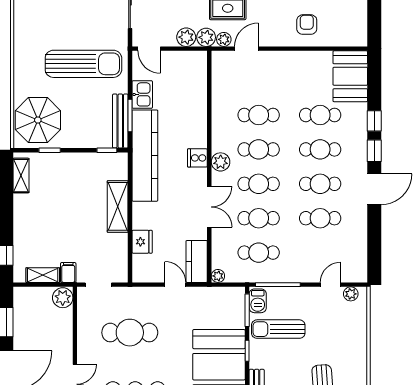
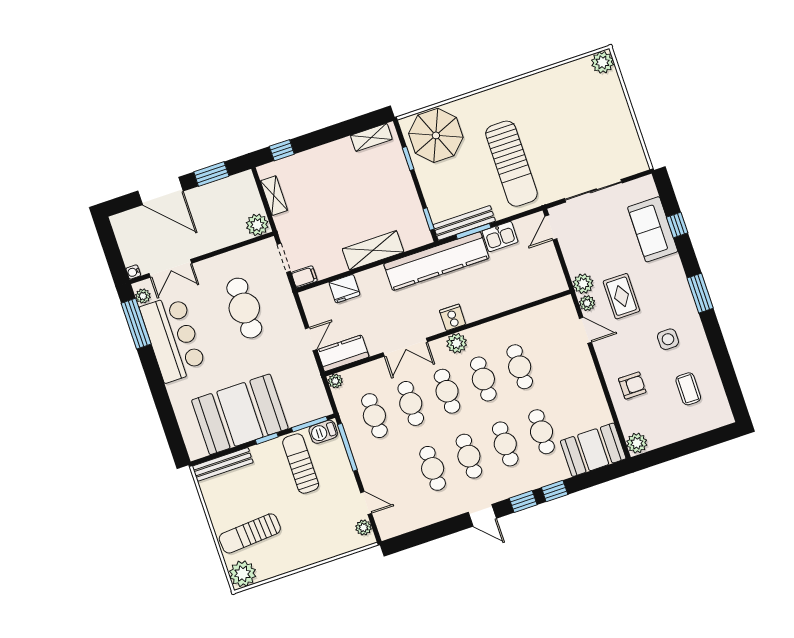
plant: (186, 37) -> (637, 443), moved
door: (374, 189) -> (482, 515), width x0.73
filing cabinet: (68, 272) -> (304, 277), moved

